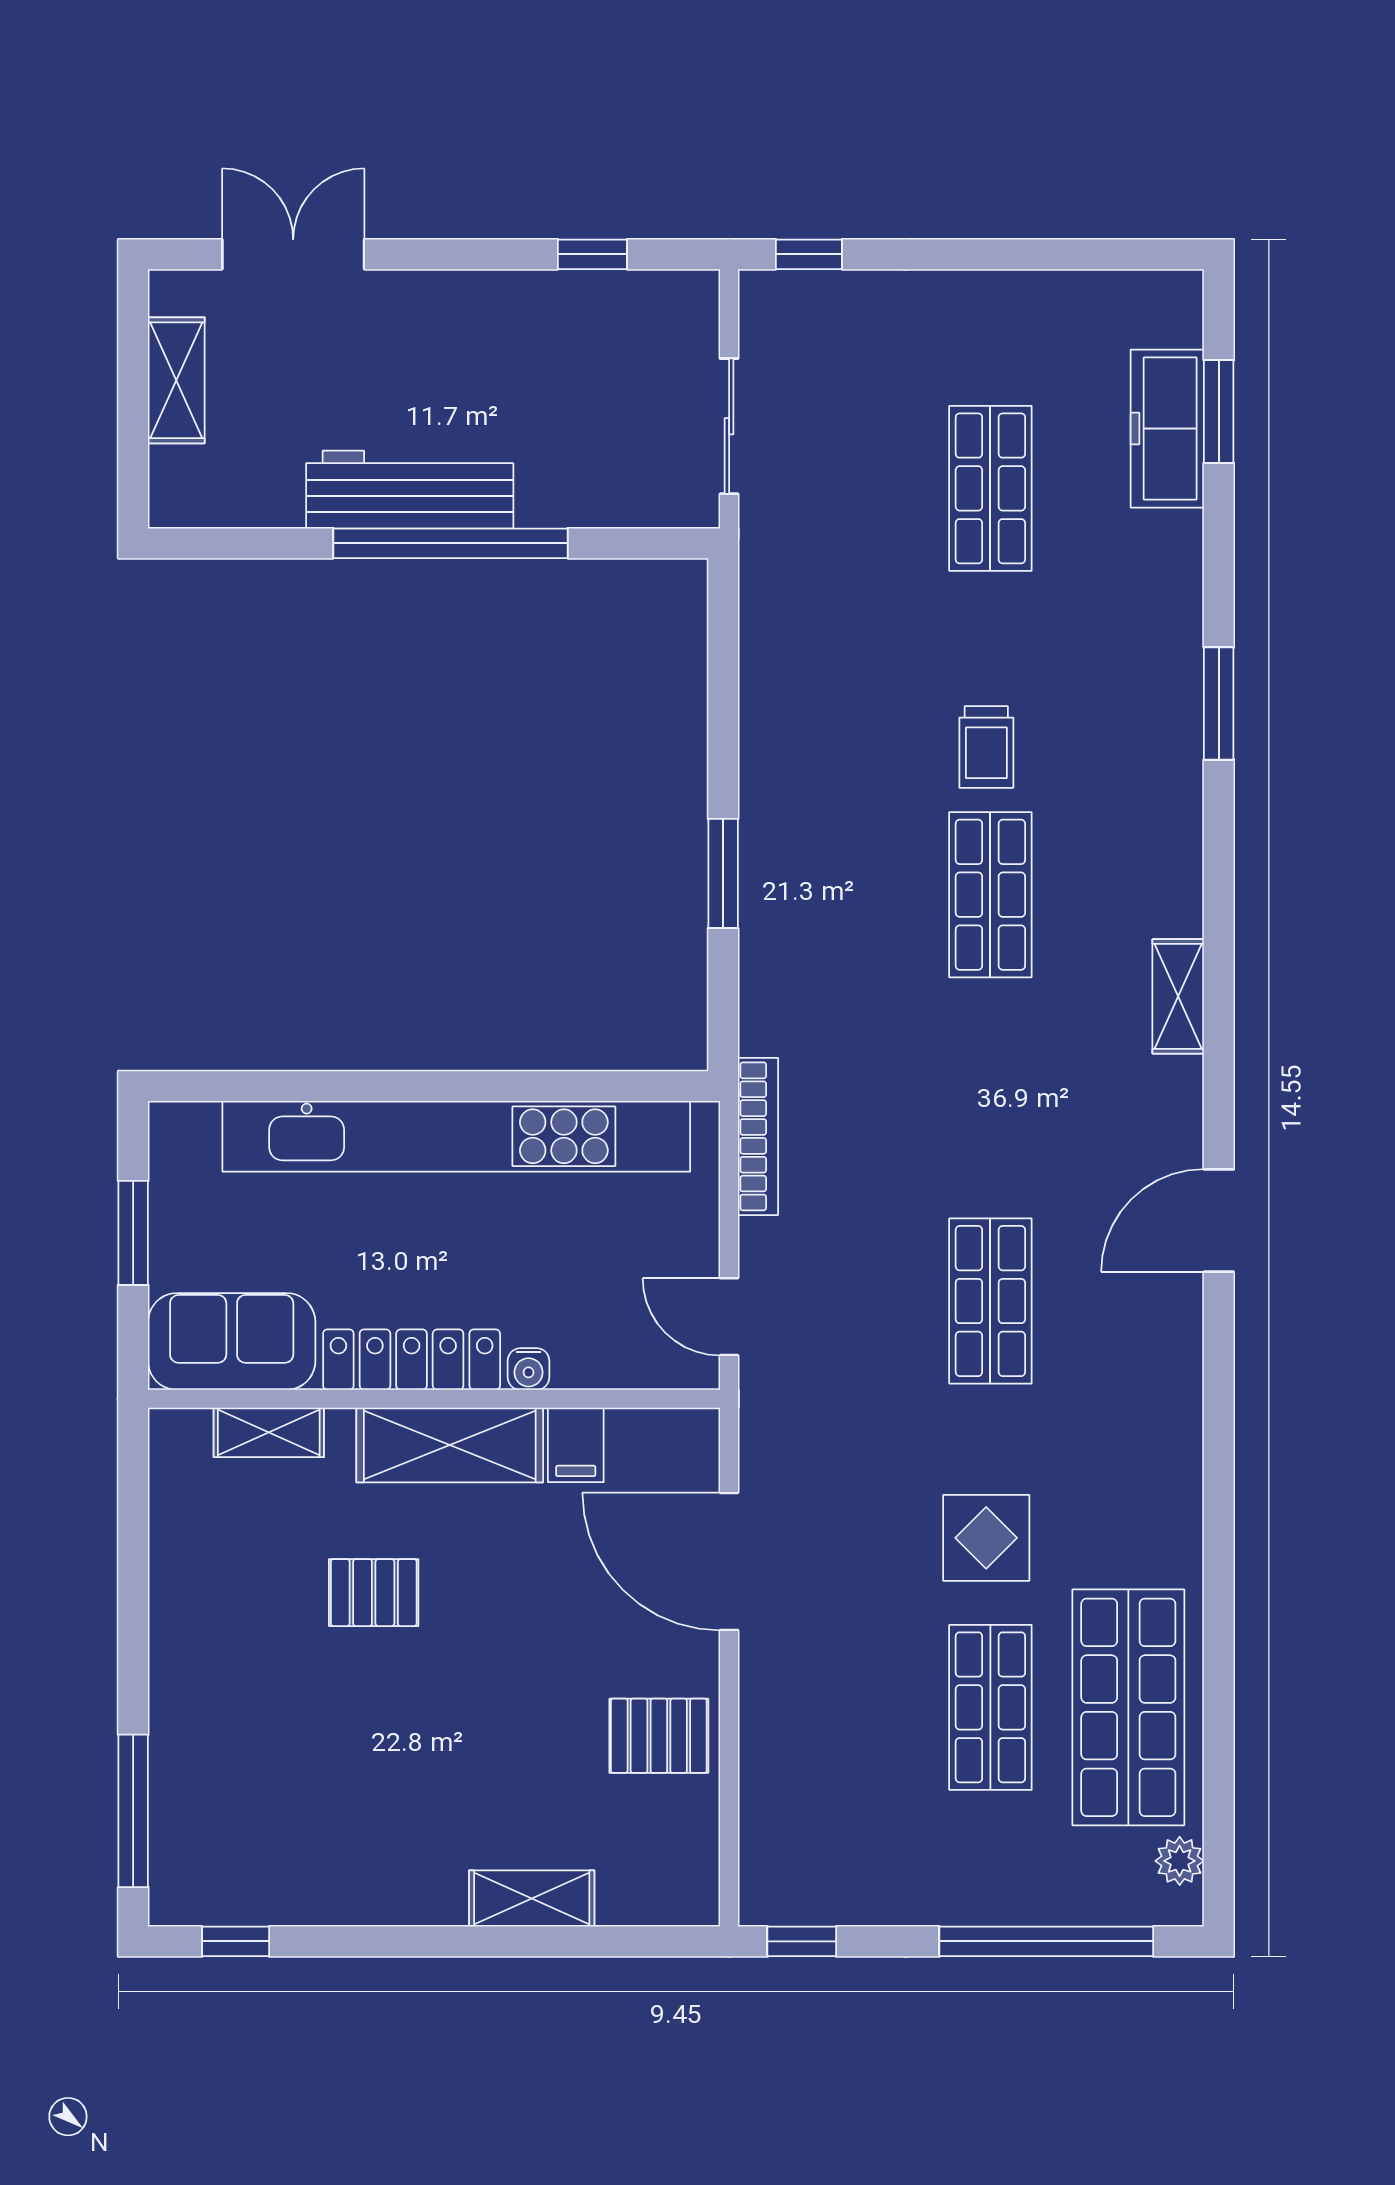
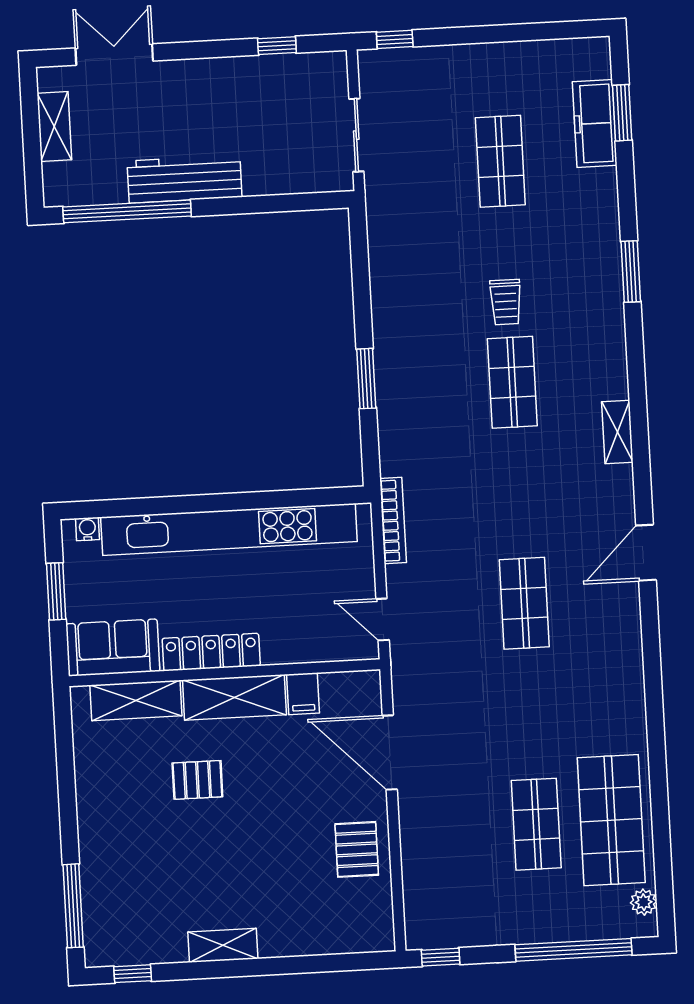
window: (451, 543) -> (127, 211), moved
water cooler: (529, 1369) -> (87, 529), moved, turned 180
shelving: (269, 1432) -> (136, 700), width x1.50, depth x1.33
display table: (986, 1538) -> (529, 732), removed
pallet: (659, 1736) -> (357, 849), turned 90
shelving: (532, 1898) -> (223, 945), moved

